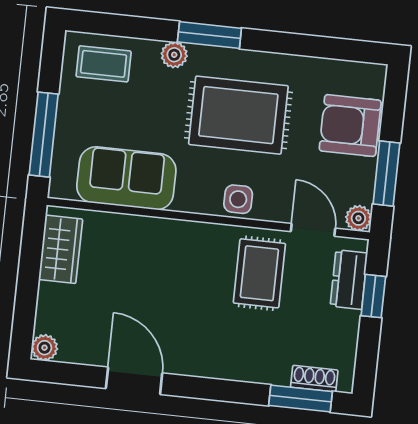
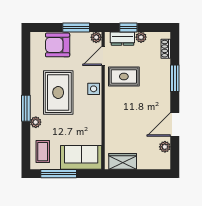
armchair: (350, 126) -> (58, 45), turned 90
window: (44, 135) -> (59, 174), moved
sofa: (126, 178) -> (81, 157), moved, turned 90
plant: (347, 324) -> (141, 37), added
plant: (44, 348) -> (165, 147), moved
window: (300, 399) -> (175, 78), moved

